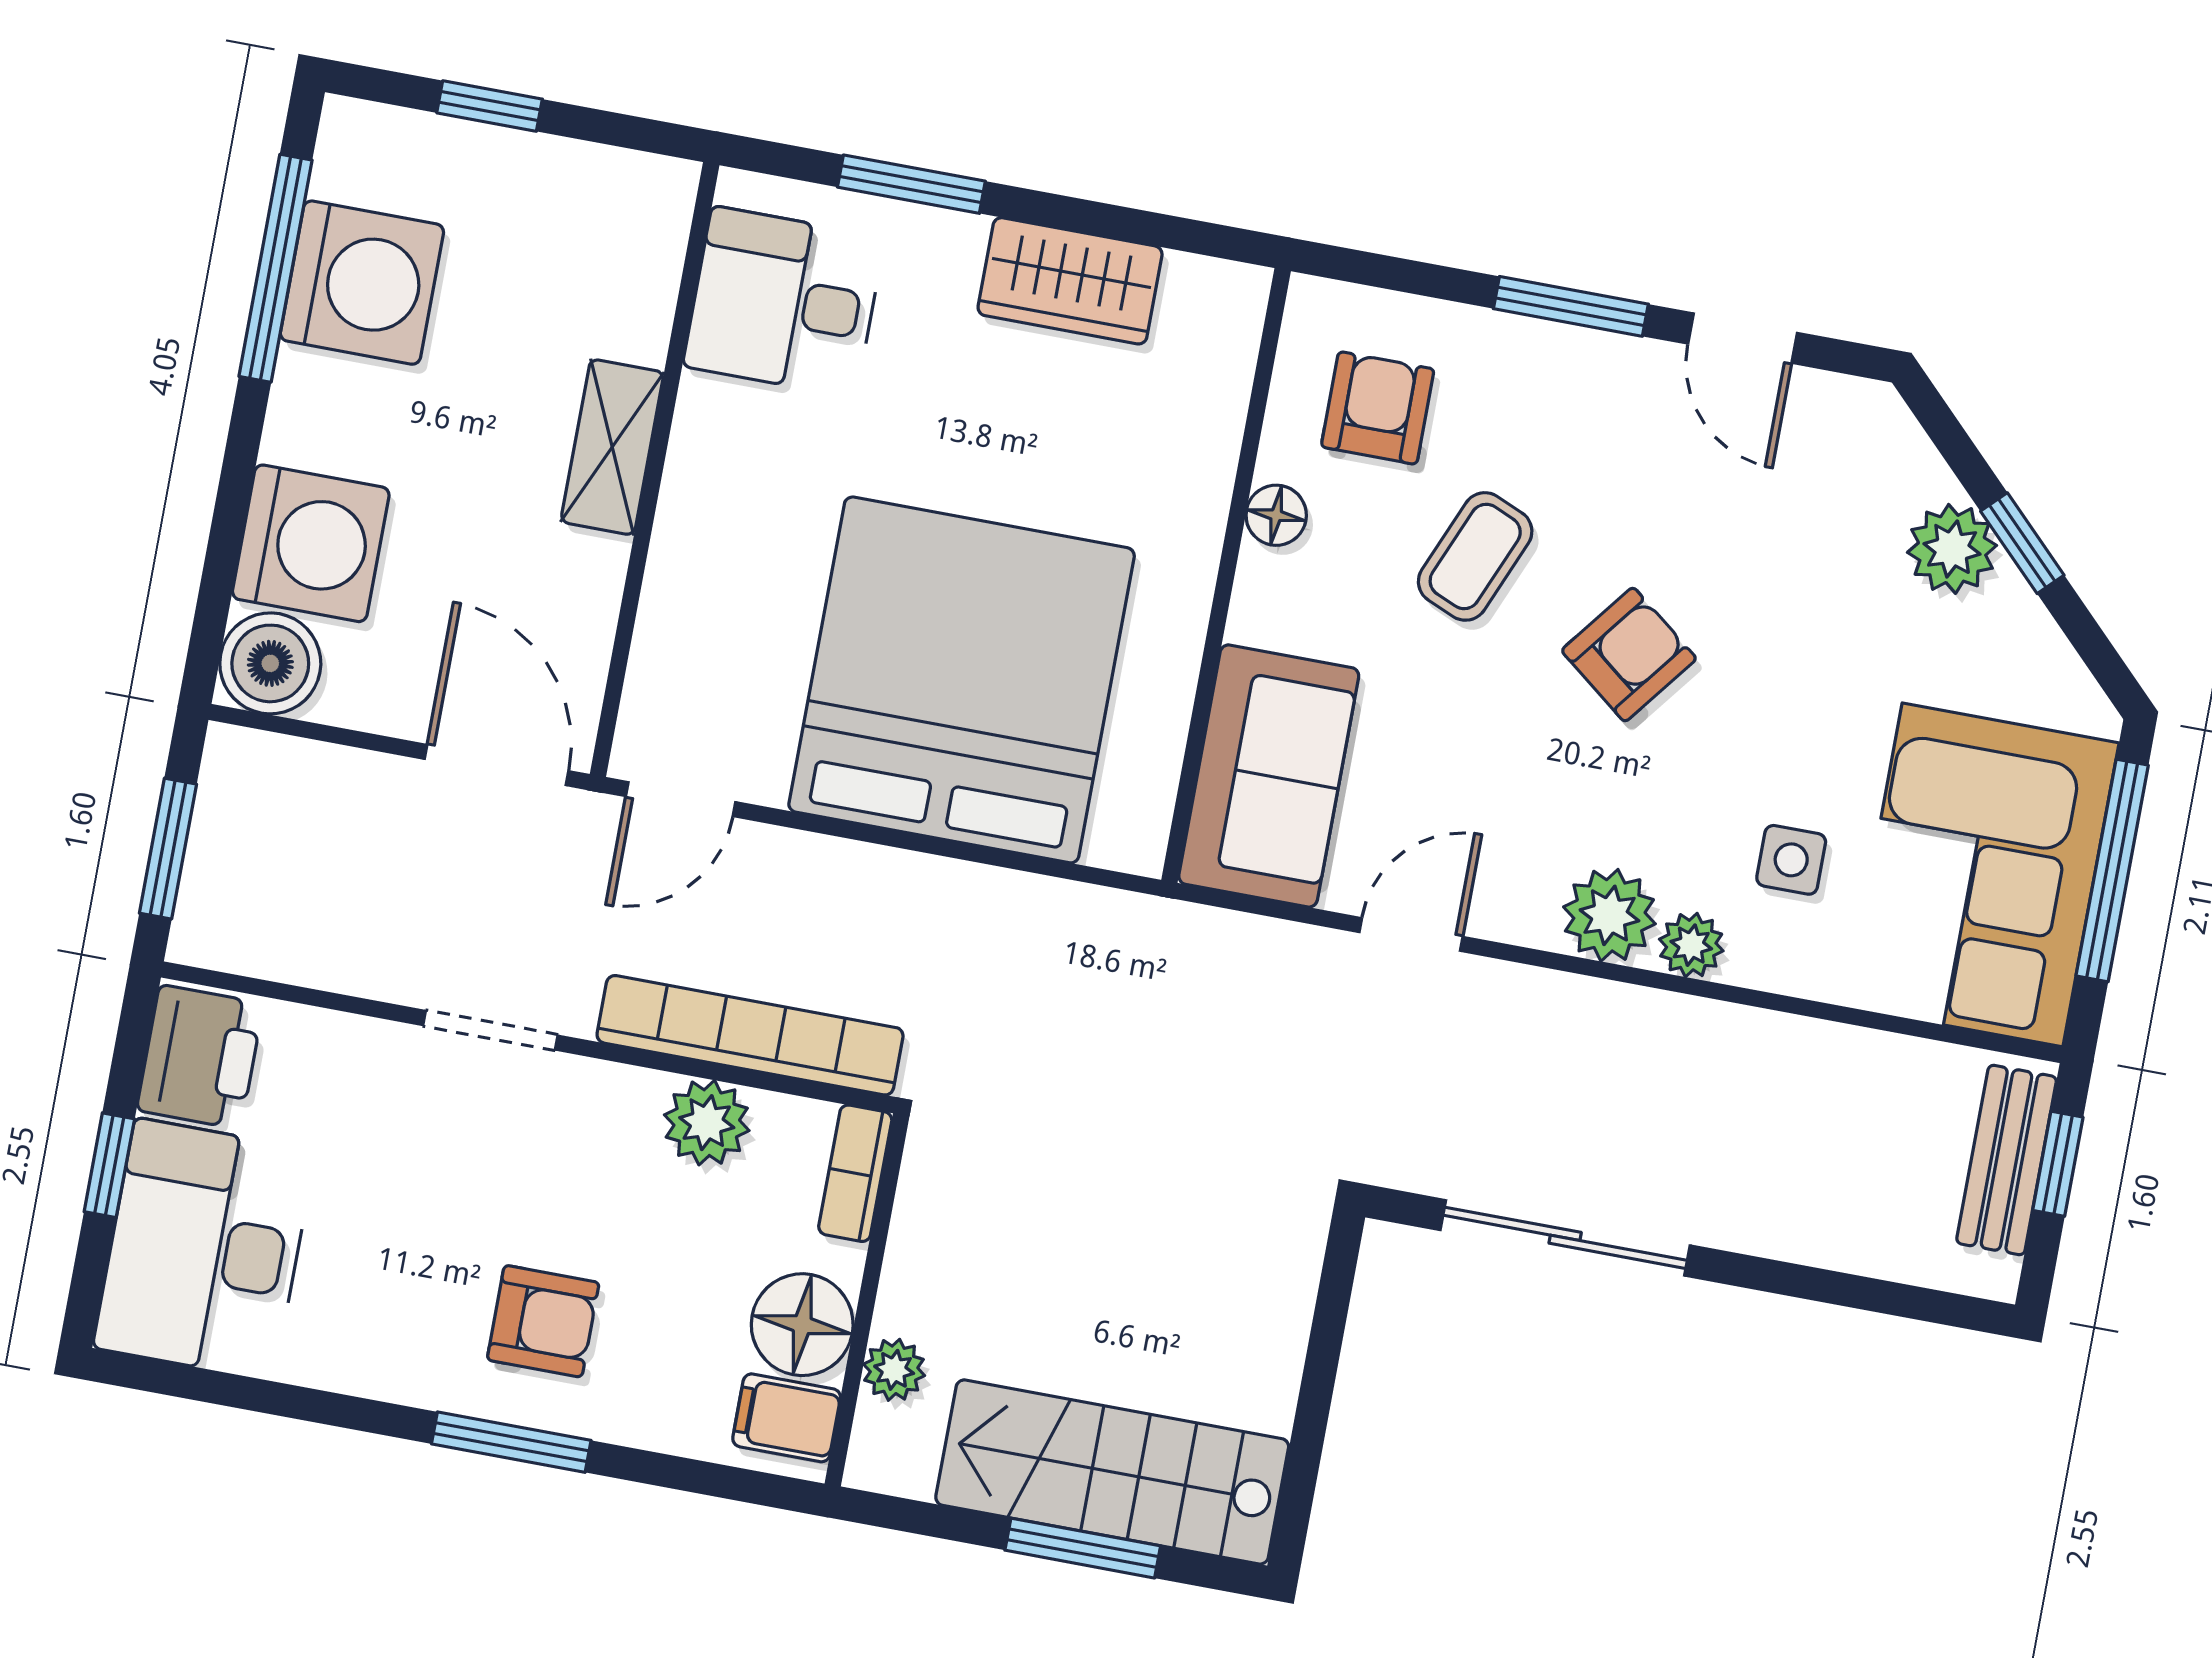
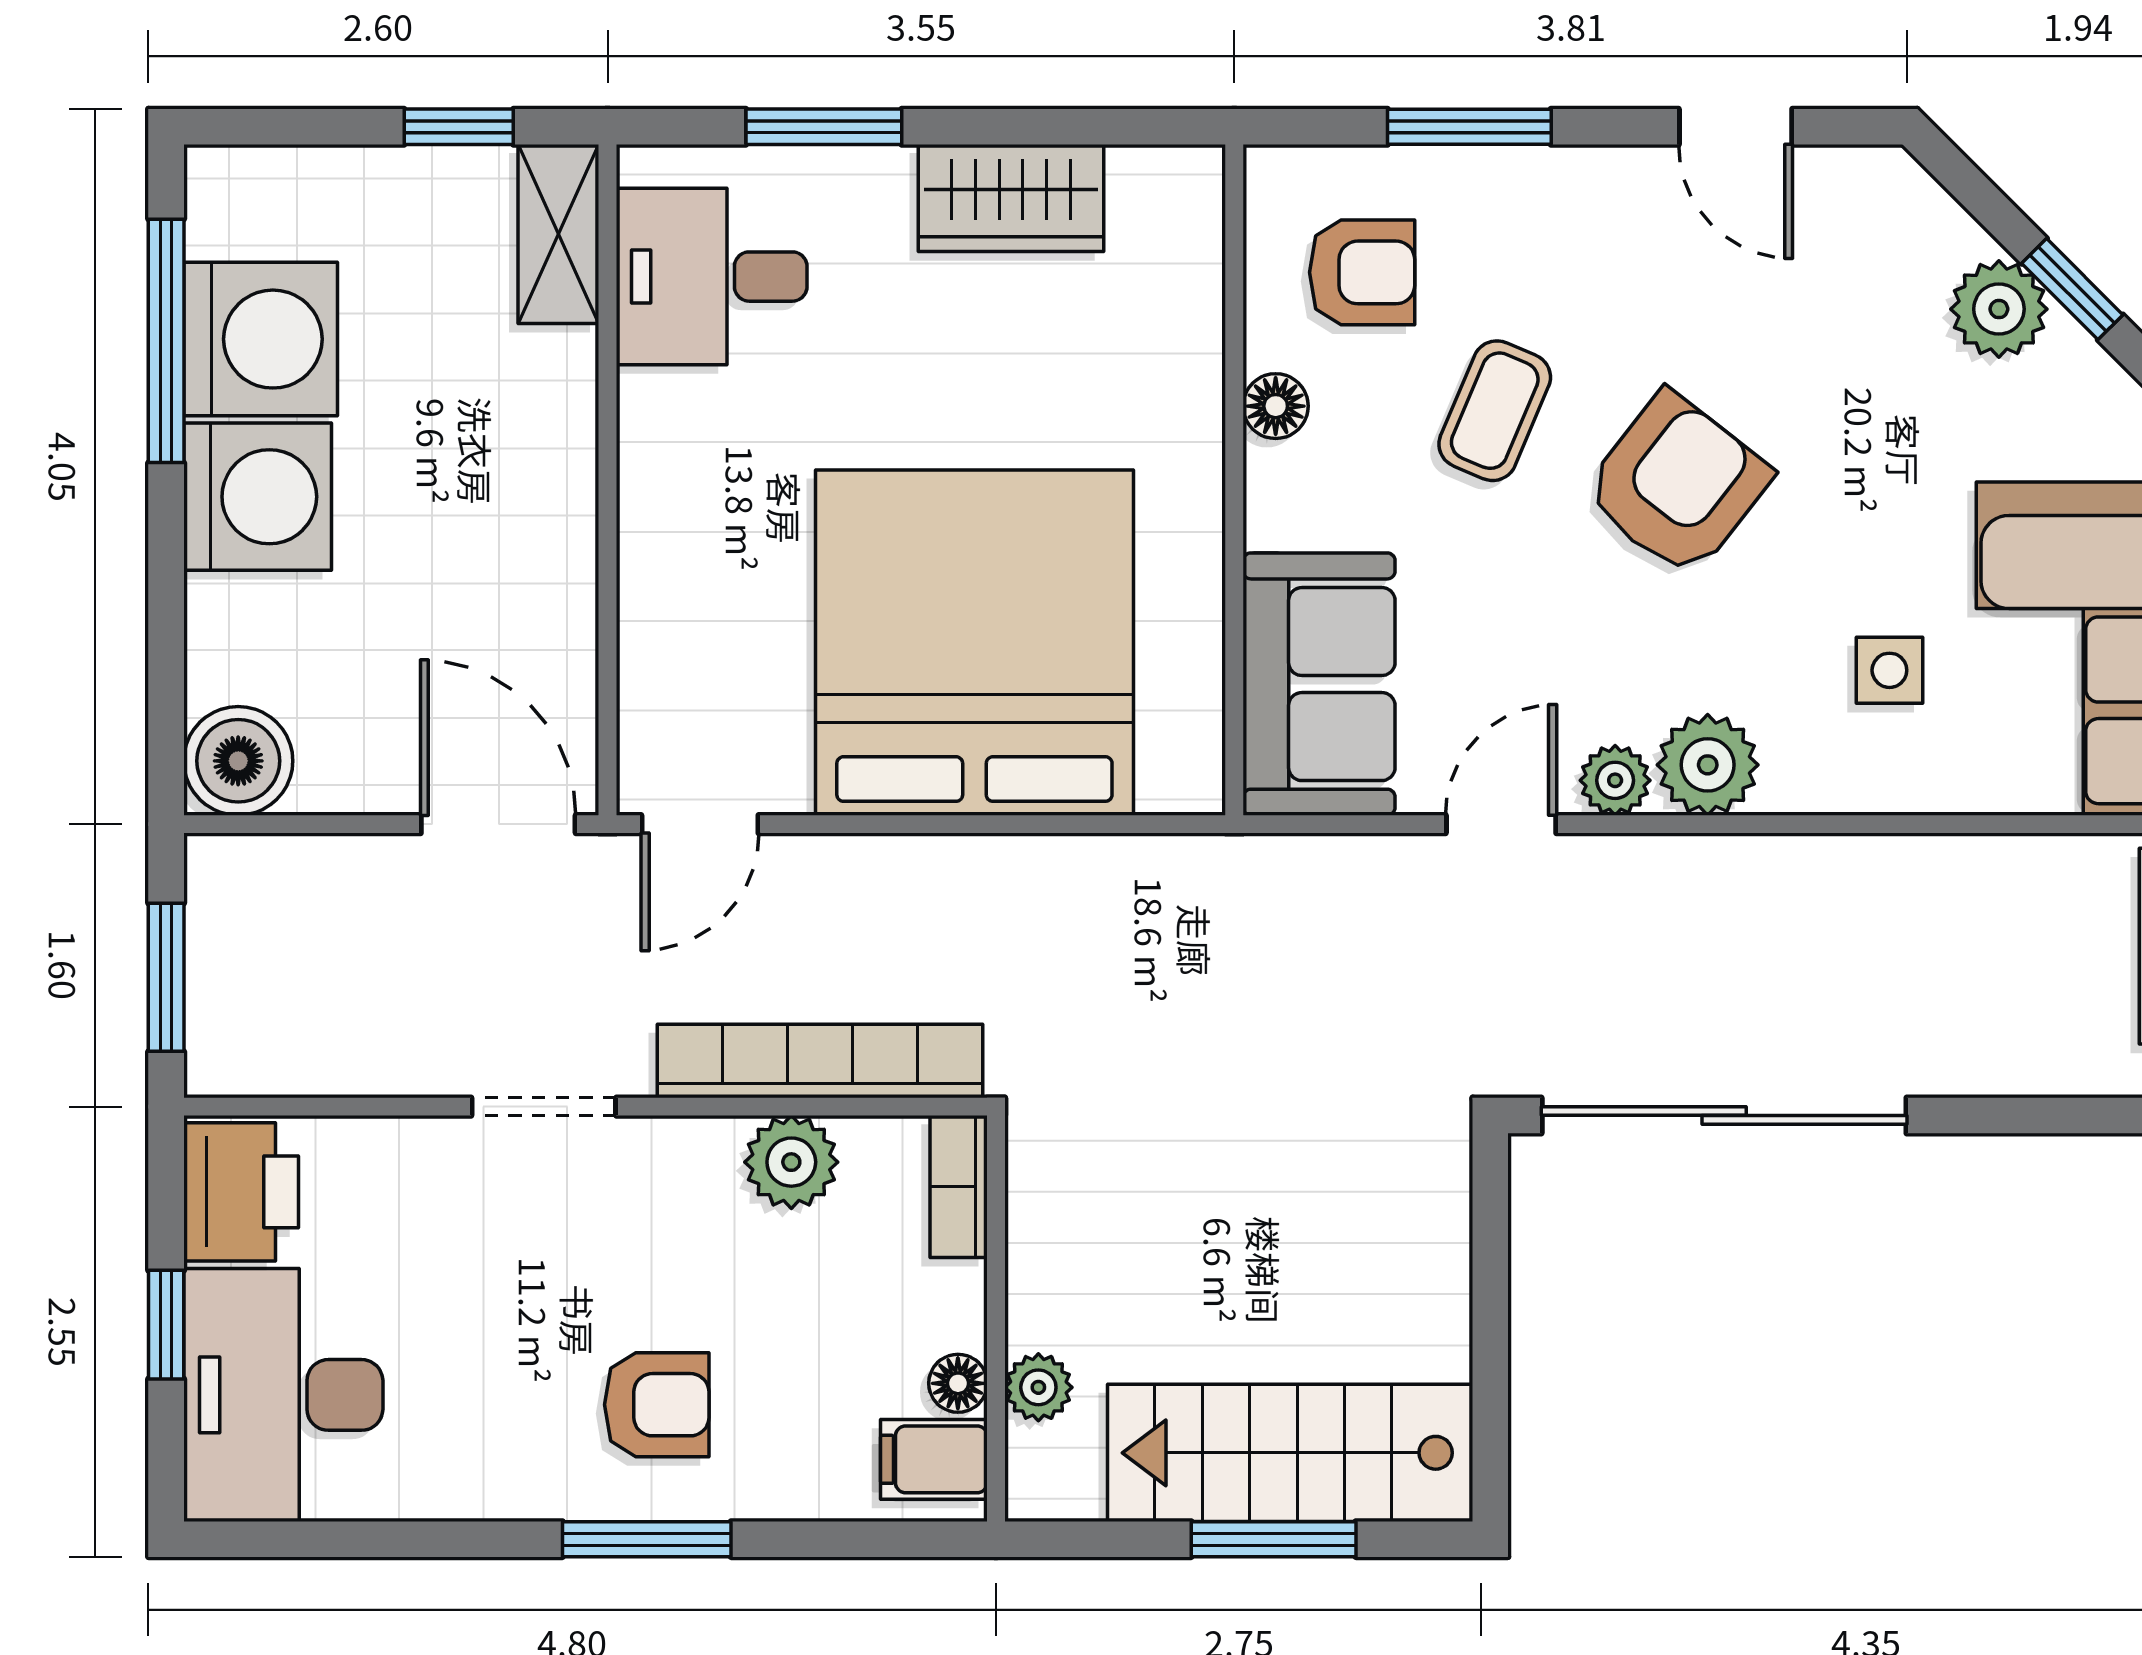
window: (490, 106) -> (459, 127), moved
window: (1571, 306) -> (1469, 127), moved
armchair: (1378, 408) -> (1362, 272), turned 90
shelving: (612, 447) -> (558, 234), moved
washing machine: (311, 543) -> (258, 497), moved
armchair: (1629, 655) -> (1677, 484), width x1.38, depth x1.38
plant: (1691, 945) -> (1615, 780), moved
sliding door: (1565, 1238) -> (1724, 1115), width x1.36
floor lamp: (802, 1325) -> (958, 1383), width x0.53, depth x0.53

